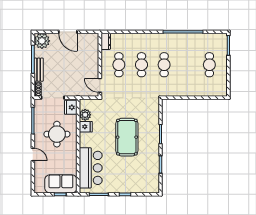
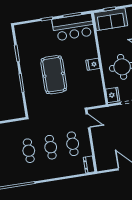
plant: (85, 115) -> (98, 90), removed
fridge: (86, 127) -> (93, 64), moved
bar counter: (91, 168) -> (73, 27), moved, turned -90

